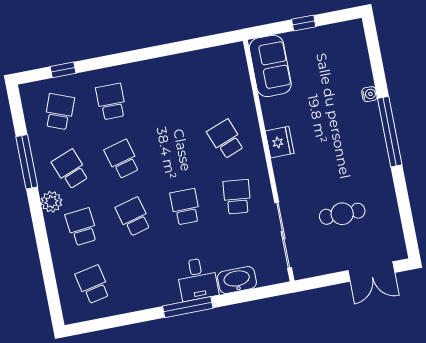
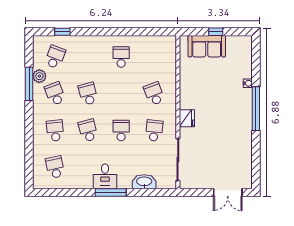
sofa: (270, 66) -> (207, 46), moved, turned 90
school desk: (111, 102) -> (121, 57), moved
fridge: (280, 142) -> (187, 118), moved
plant: (51, 202) -> (39, 76), moved
cafe table: (342, 214) -> (217, 154), removed
desk: (197, 279) -> (105, 176), moved

